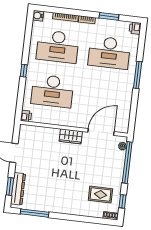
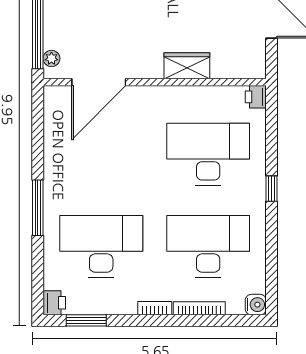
window: (109, 16) -> (86, 320), moved
wardrobe: (71, 136) -> (187, 66), moved

